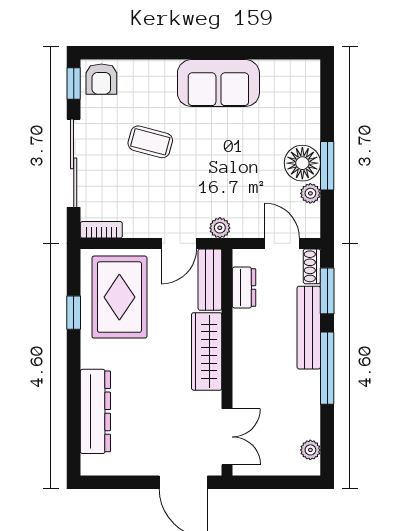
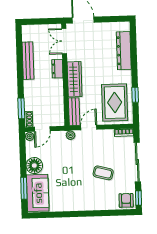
sofa: (218, 83) -> (38, 193), moved, turned 90
window: (327, 166) -> (24, 188), moved
plant: (310, 193) -> (30, 136), moved
door: (282, 243) -> (42, 129), hinge flipped
dresser: (244, 288) -> (57, 69), moved
bench: (309, 328) -> (28, 61), moved
window: (327, 368) -> (20, 74), removed
plant: (310, 450) -> (26, 36), removed

